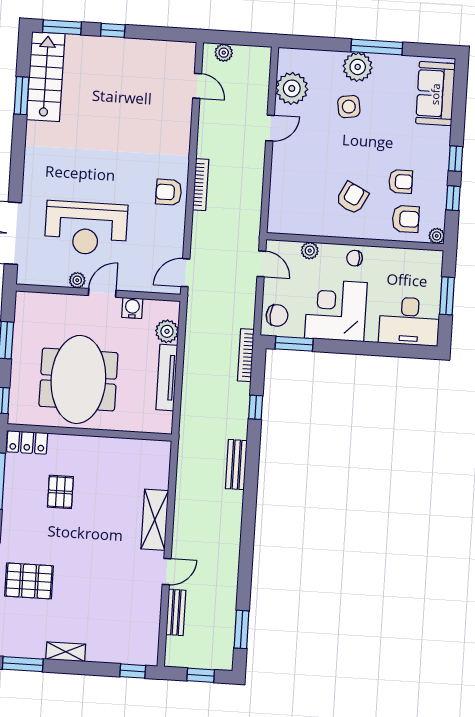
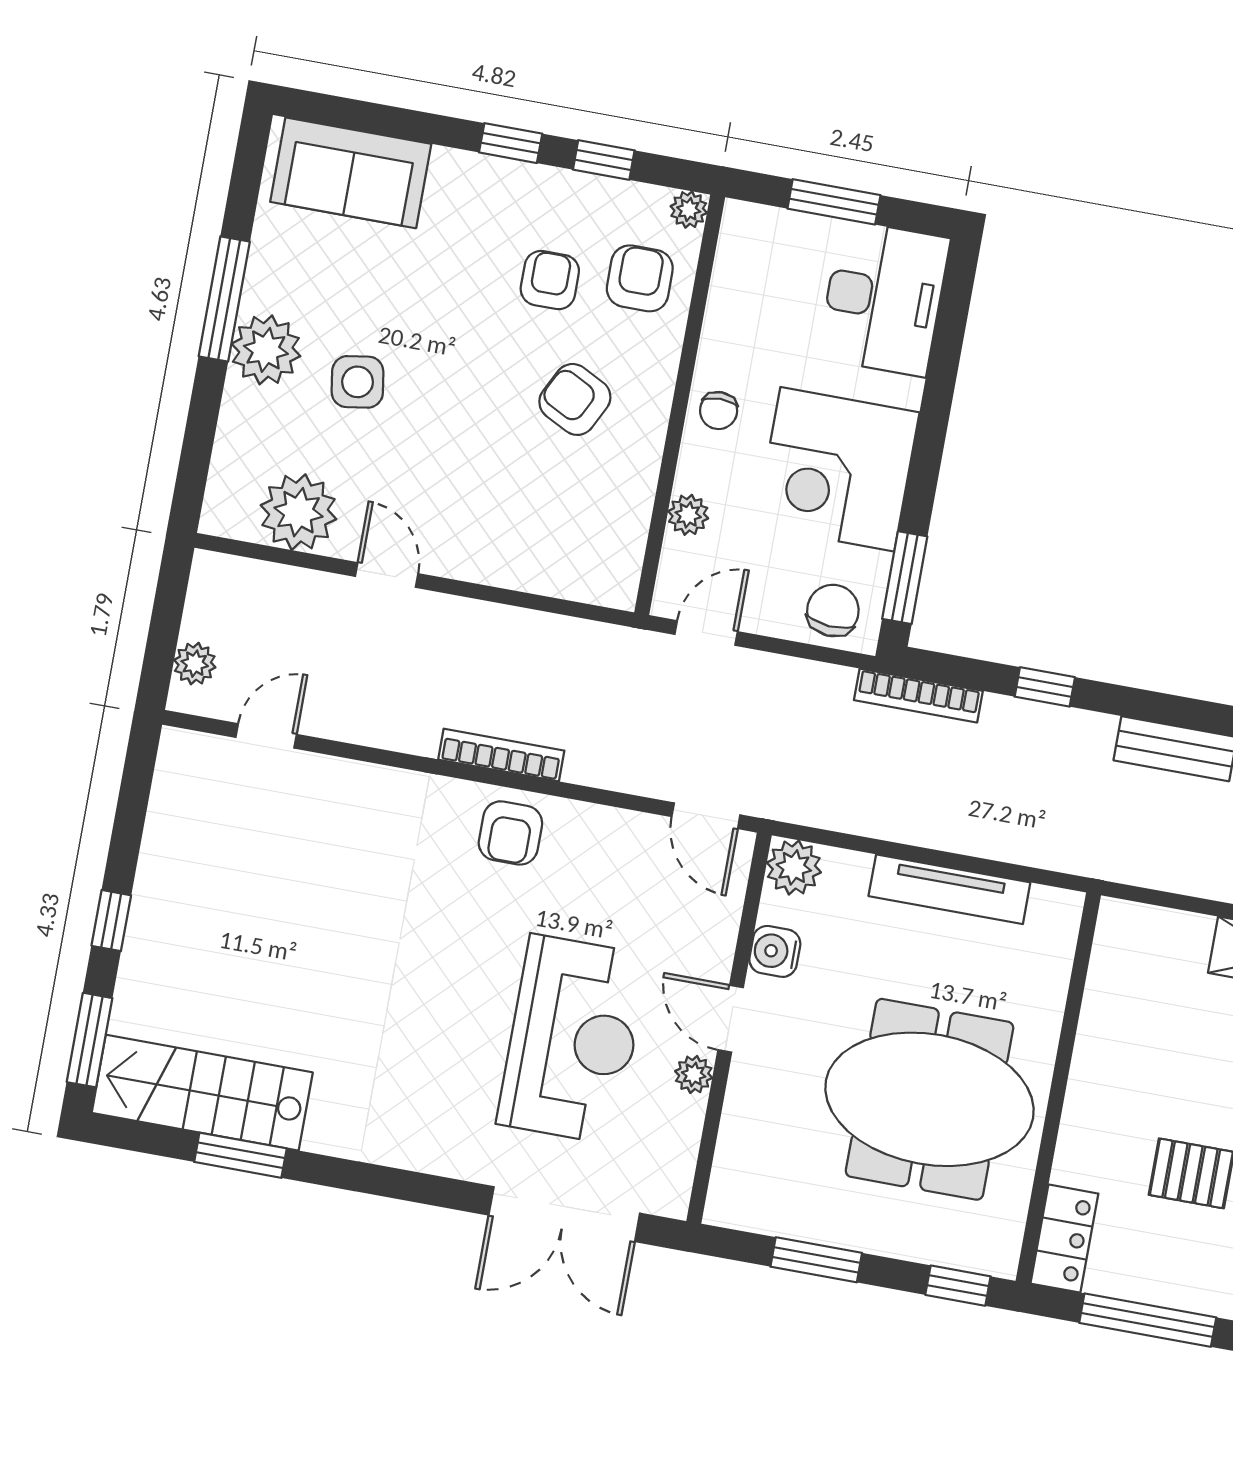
plant: (167, 331) -> (794, 867), moved

